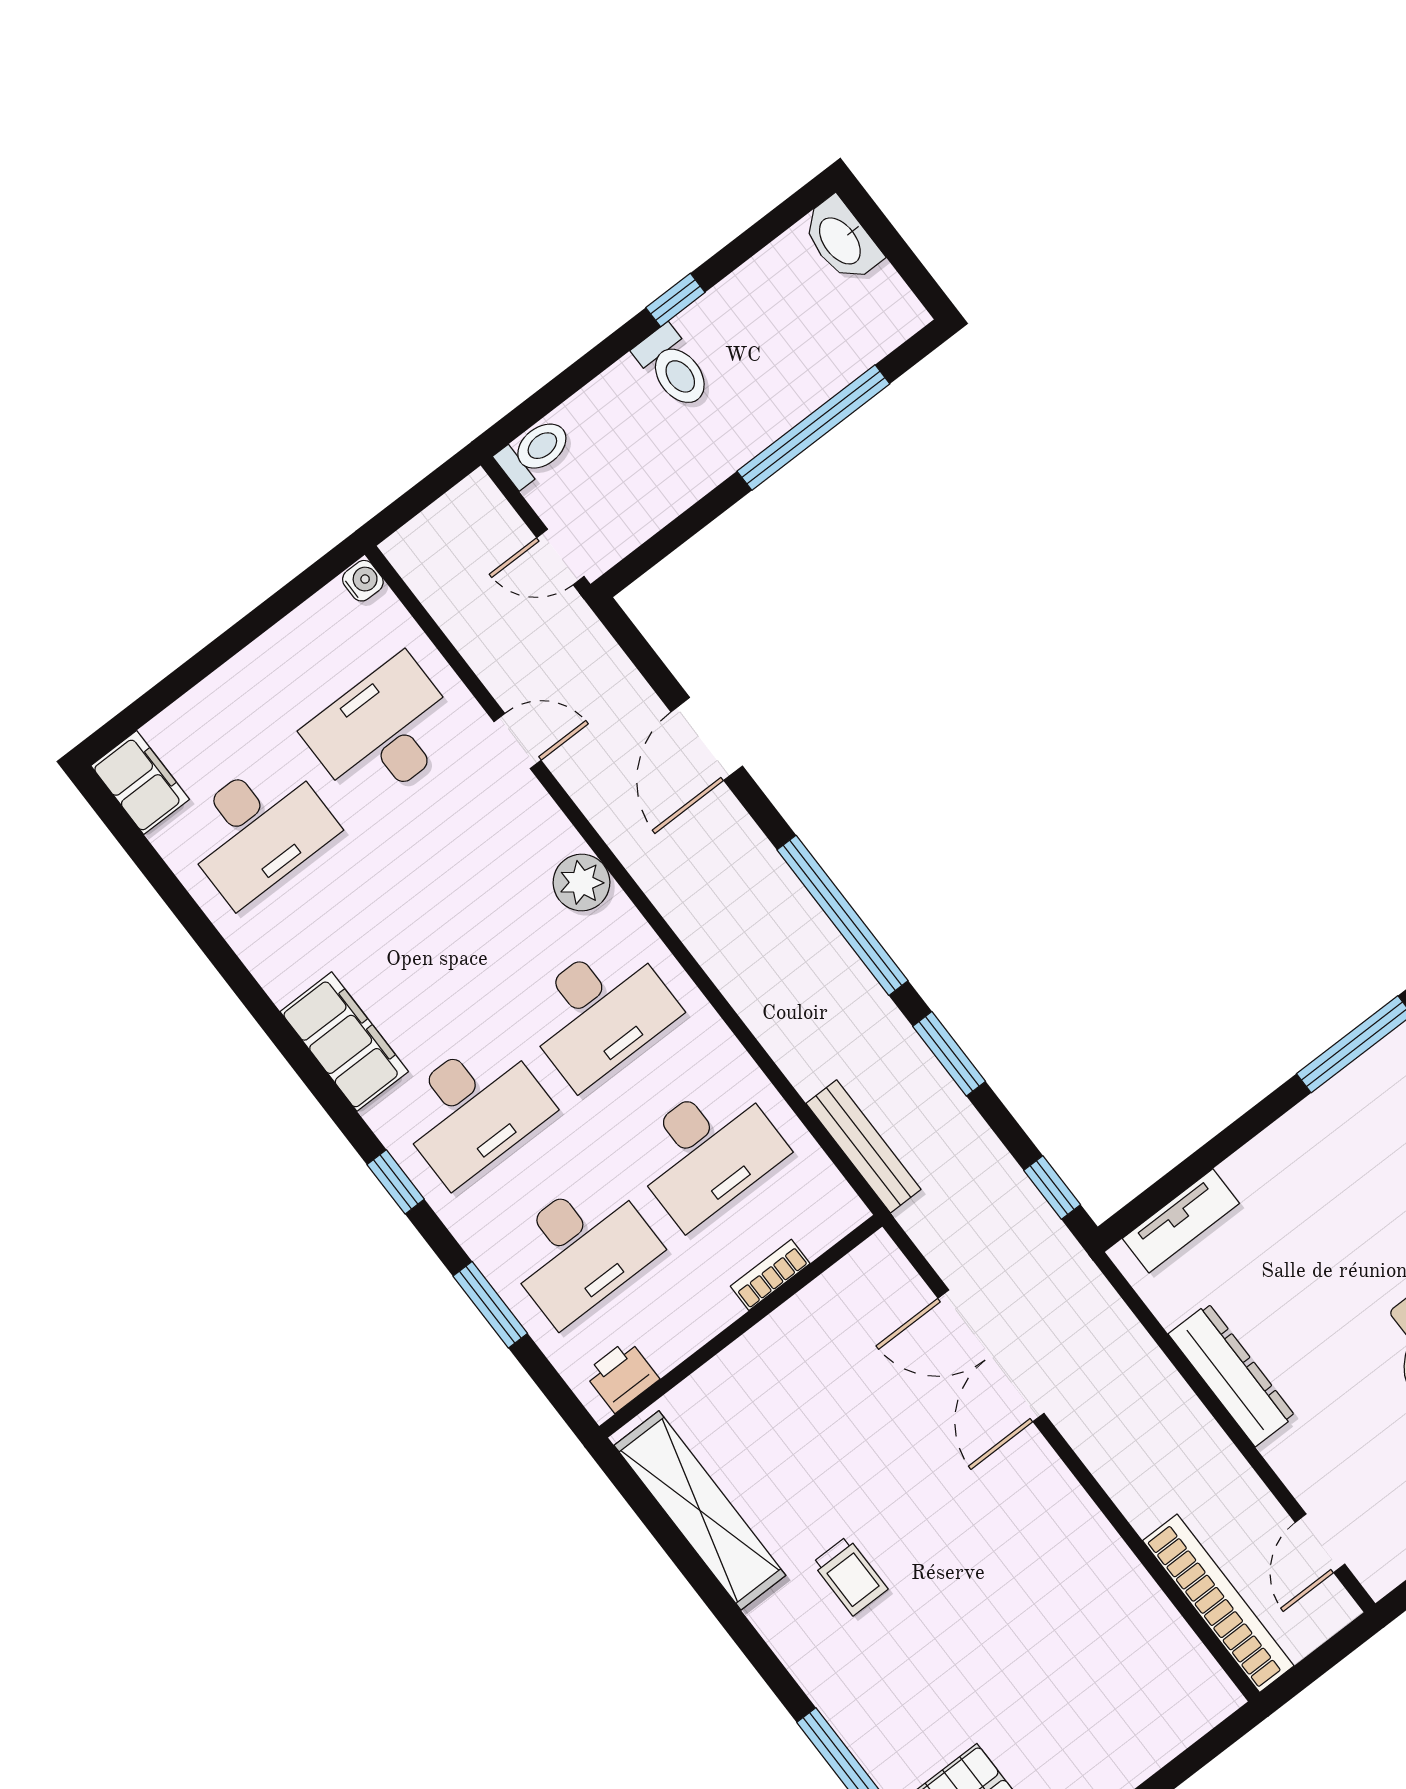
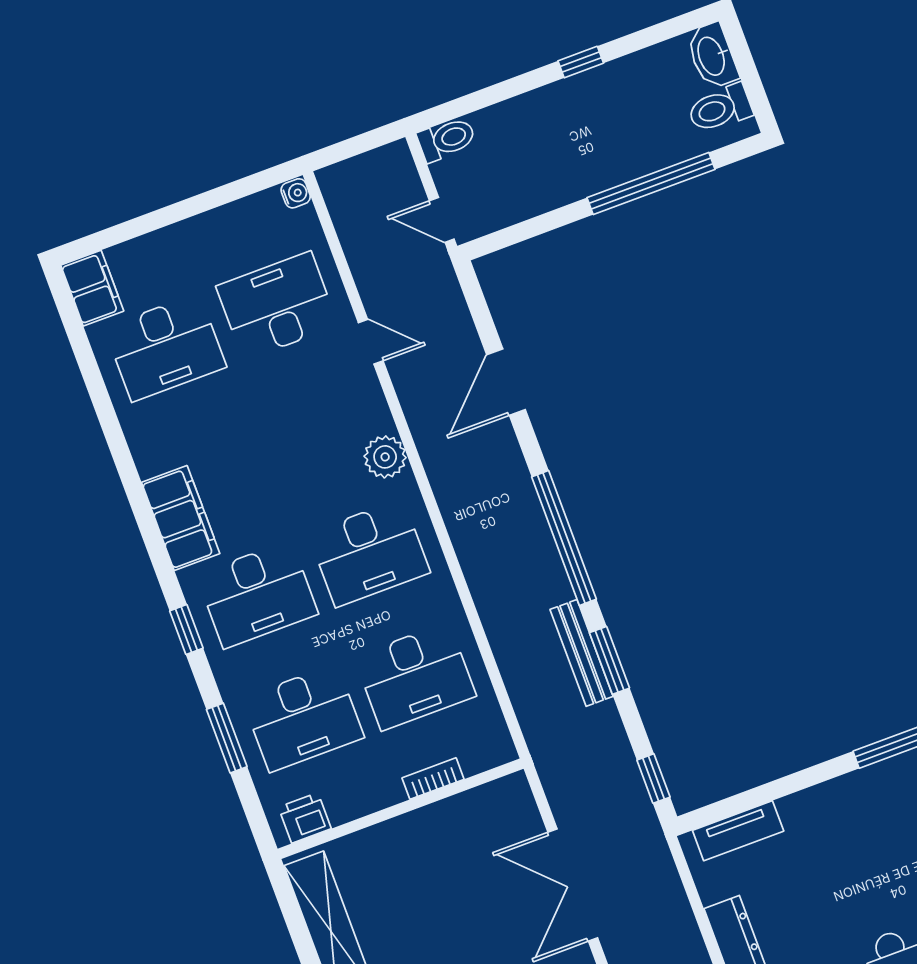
toilet: (673, 368) -> (720, 108), moved, turned 90
bench: (863, 1146) -> (582, 653), moved

